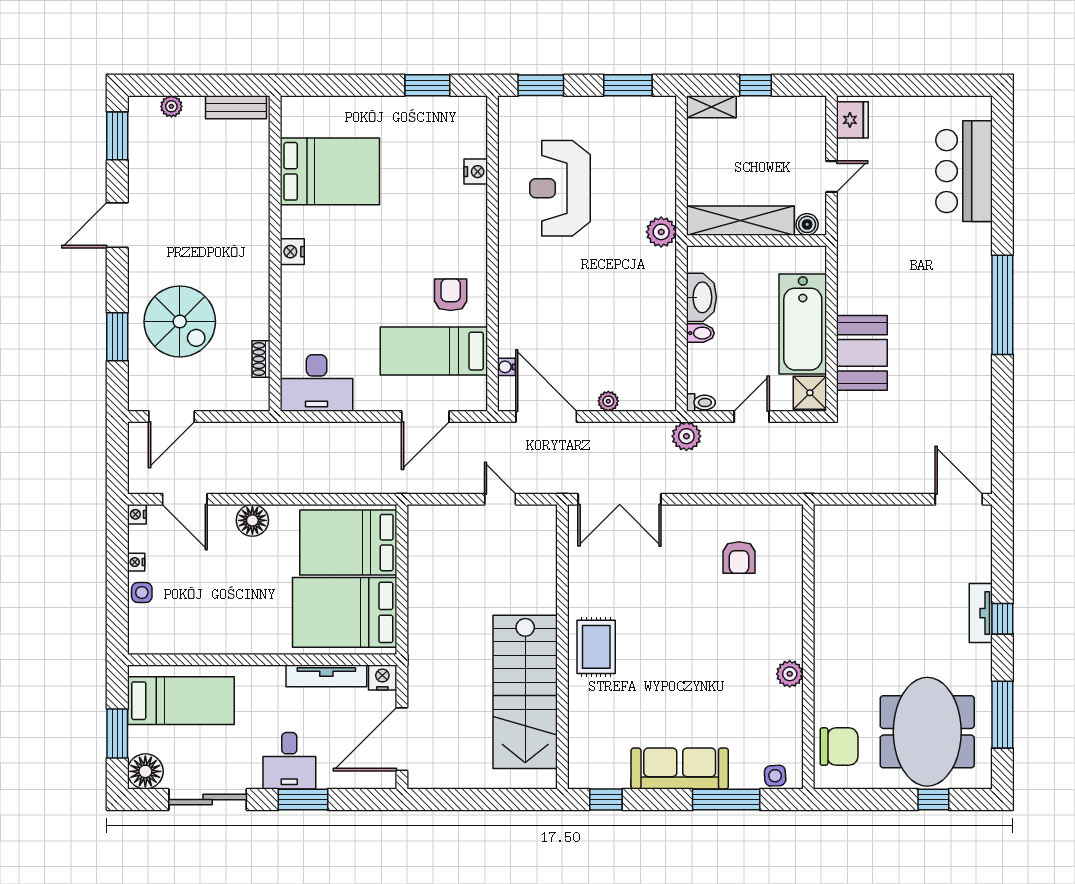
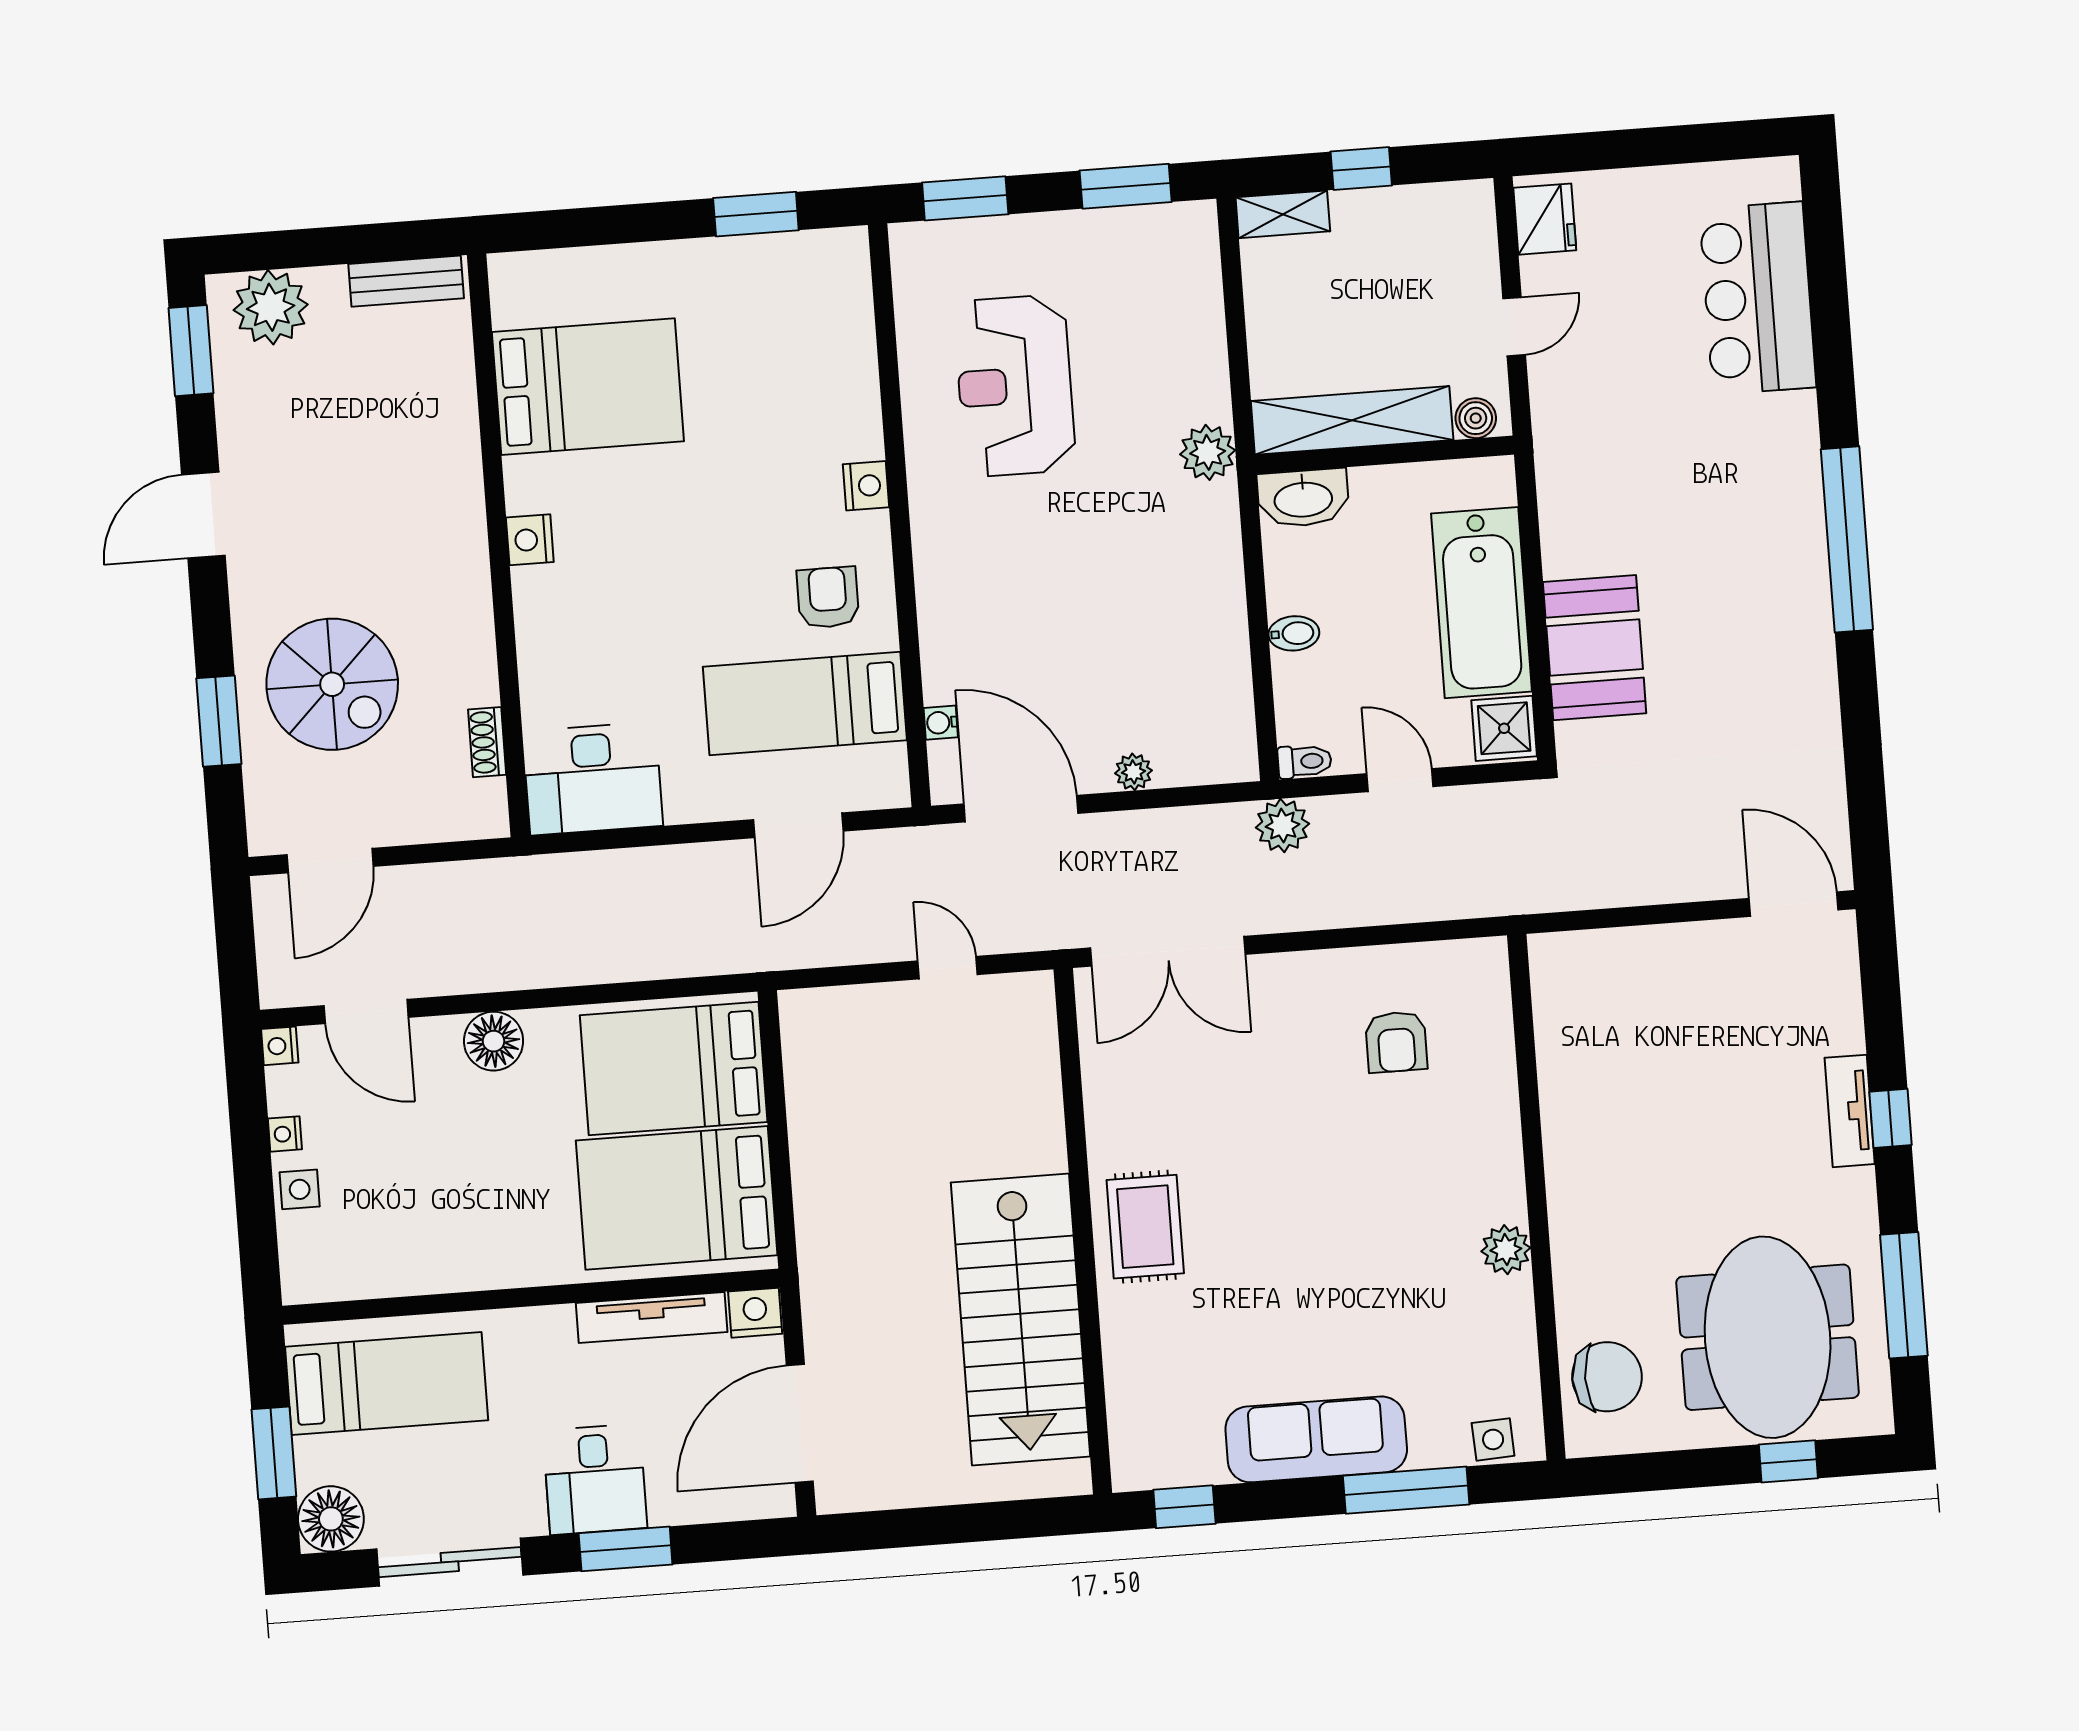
plant: (171, 106) -> (271, 307), width x1.88, depth x1.88
nightstand: (476, 172) -> (866, 486), moved
washbasin: (701, 297) -> (1303, 498), moved, turned 90
door: (752, 416) -> (1400, 780), hinge flipped

